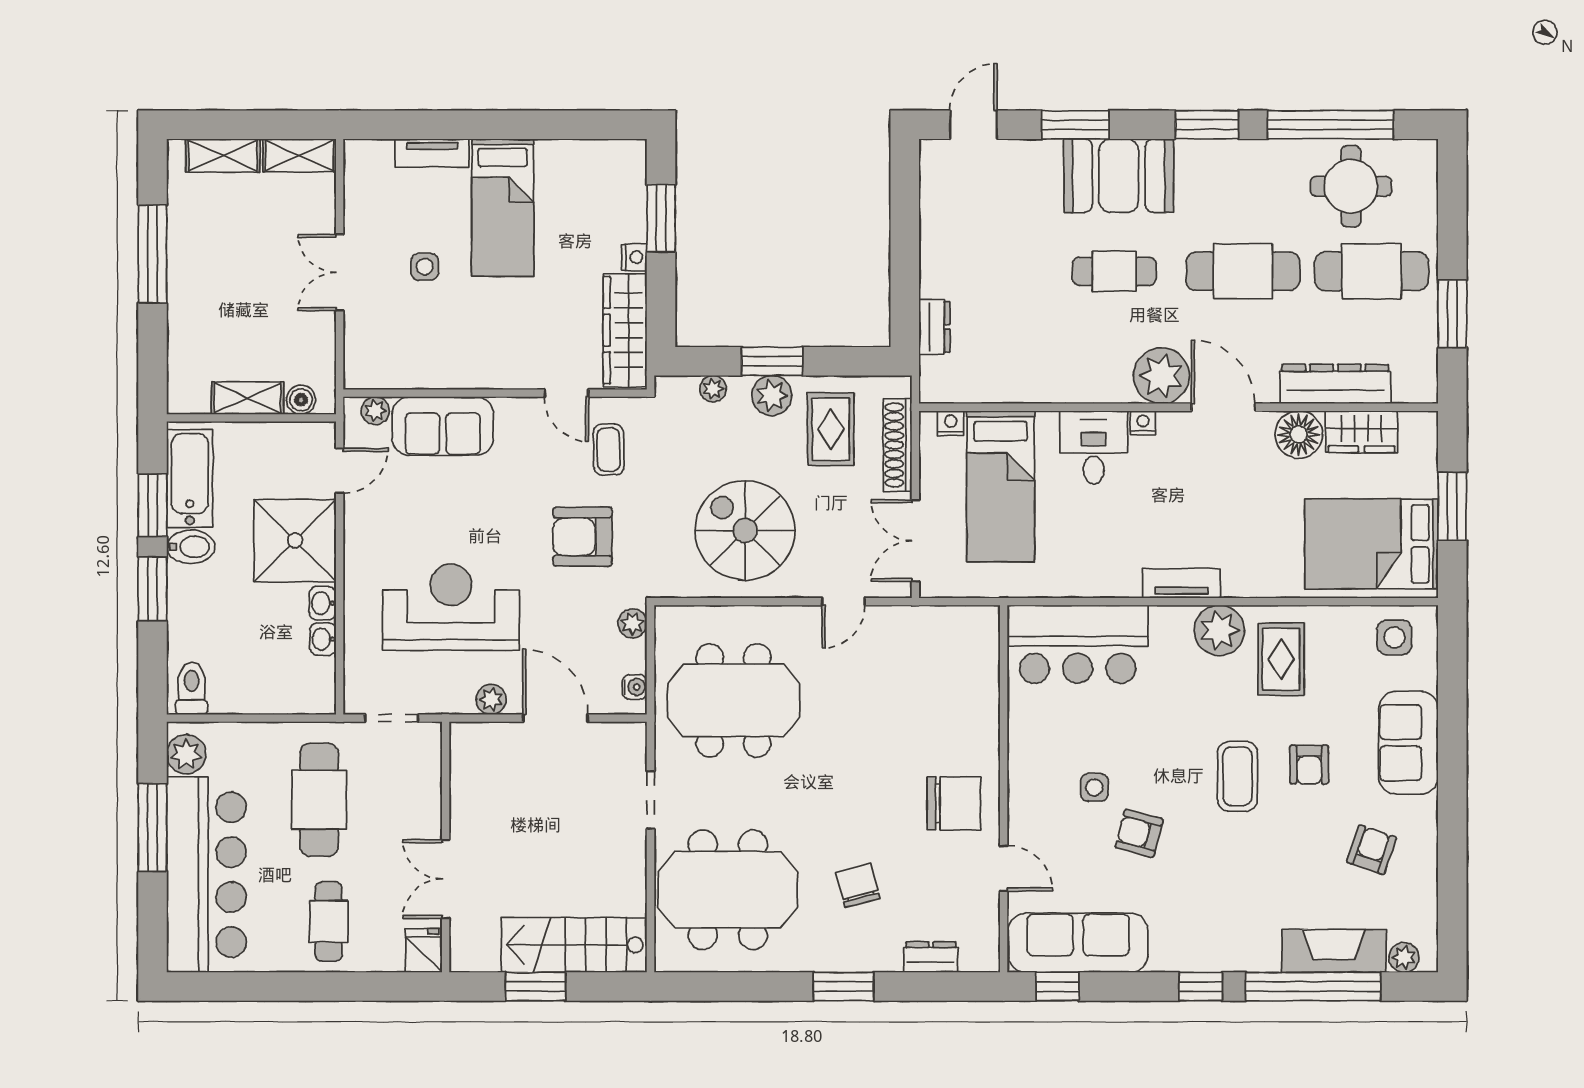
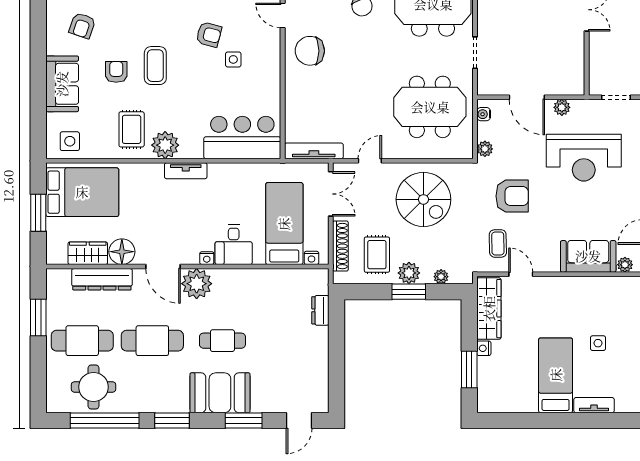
tv unit: (946, 620) -> (314, 151), added

